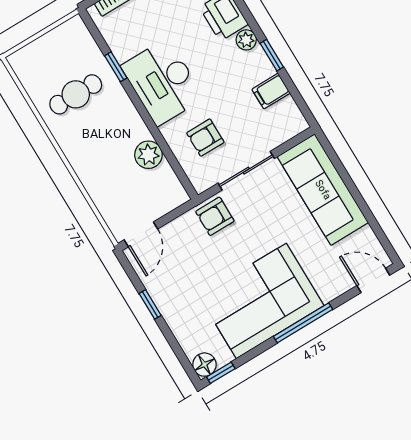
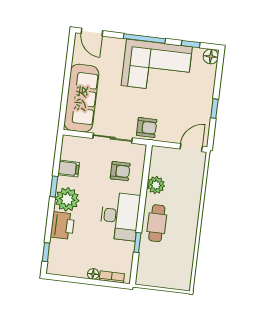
plant: (246, 40) -> (67, 199), width x1.87, depth x1.87
cafe table: (76, 94) -> (157, 223), moved, turned 90
window: (221, 373) -> (191, 44), moved

